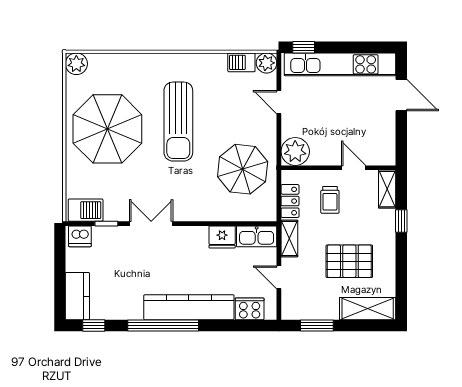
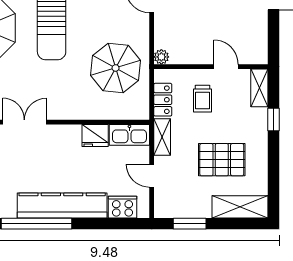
plant: (295, 151) -> (161, 57), width x0.53, depth x0.53

